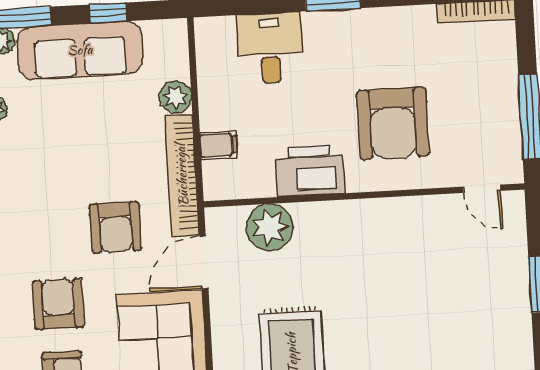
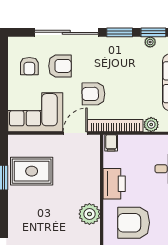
filing cabinet: (219, 145) -> (111, 143), moved
plant: (270, 227) -> (89, 214), moved
door: (204, 262) -> (75, 133), hinge flipped

